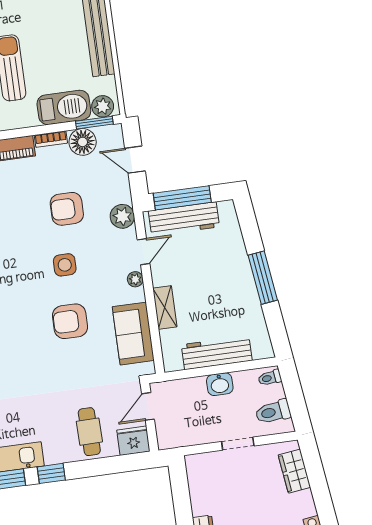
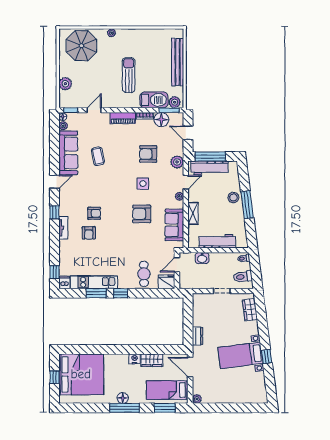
stool: (236, 268) -> (233, 197), added
washbasin: (220, 384) -> (202, 258), moved

